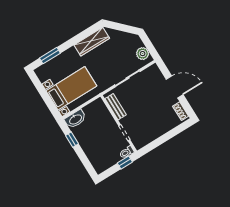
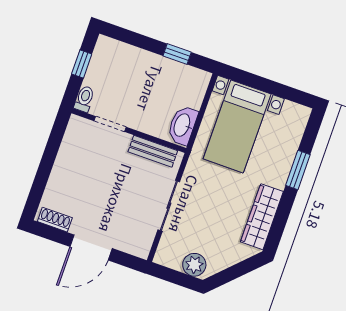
plant: (143, 54) -> (194, 265), moved
window: (50, 56) -> (298, 170), moved
washbasin: (75, 119) -> (183, 125), moved
window: (125, 162) -> (82, 64), moved

